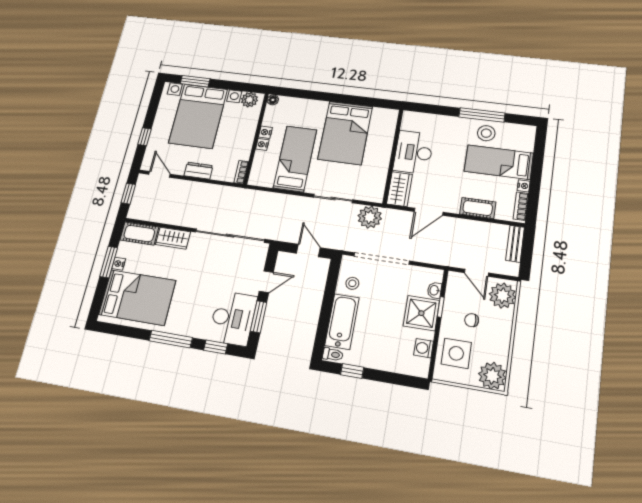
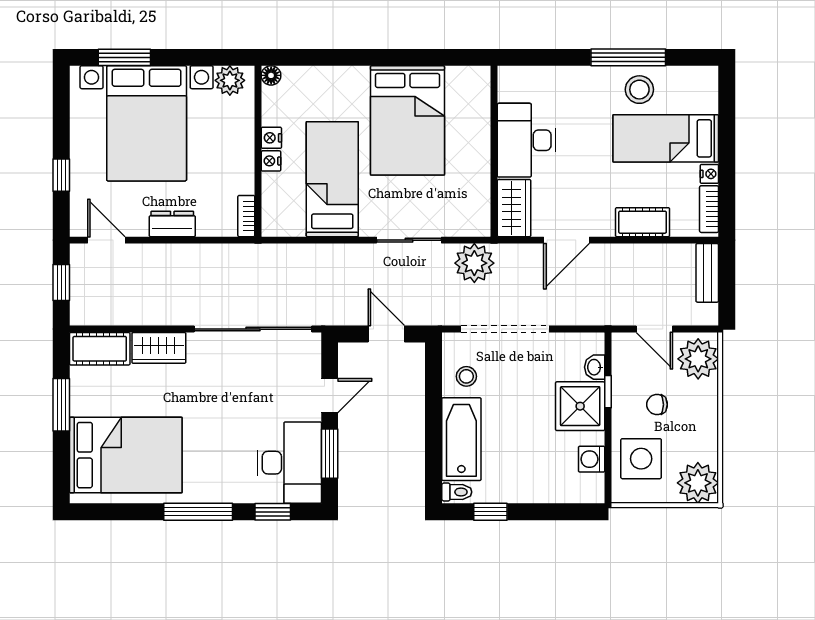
nightstand: (119, 264) -> (79, 405), removed

